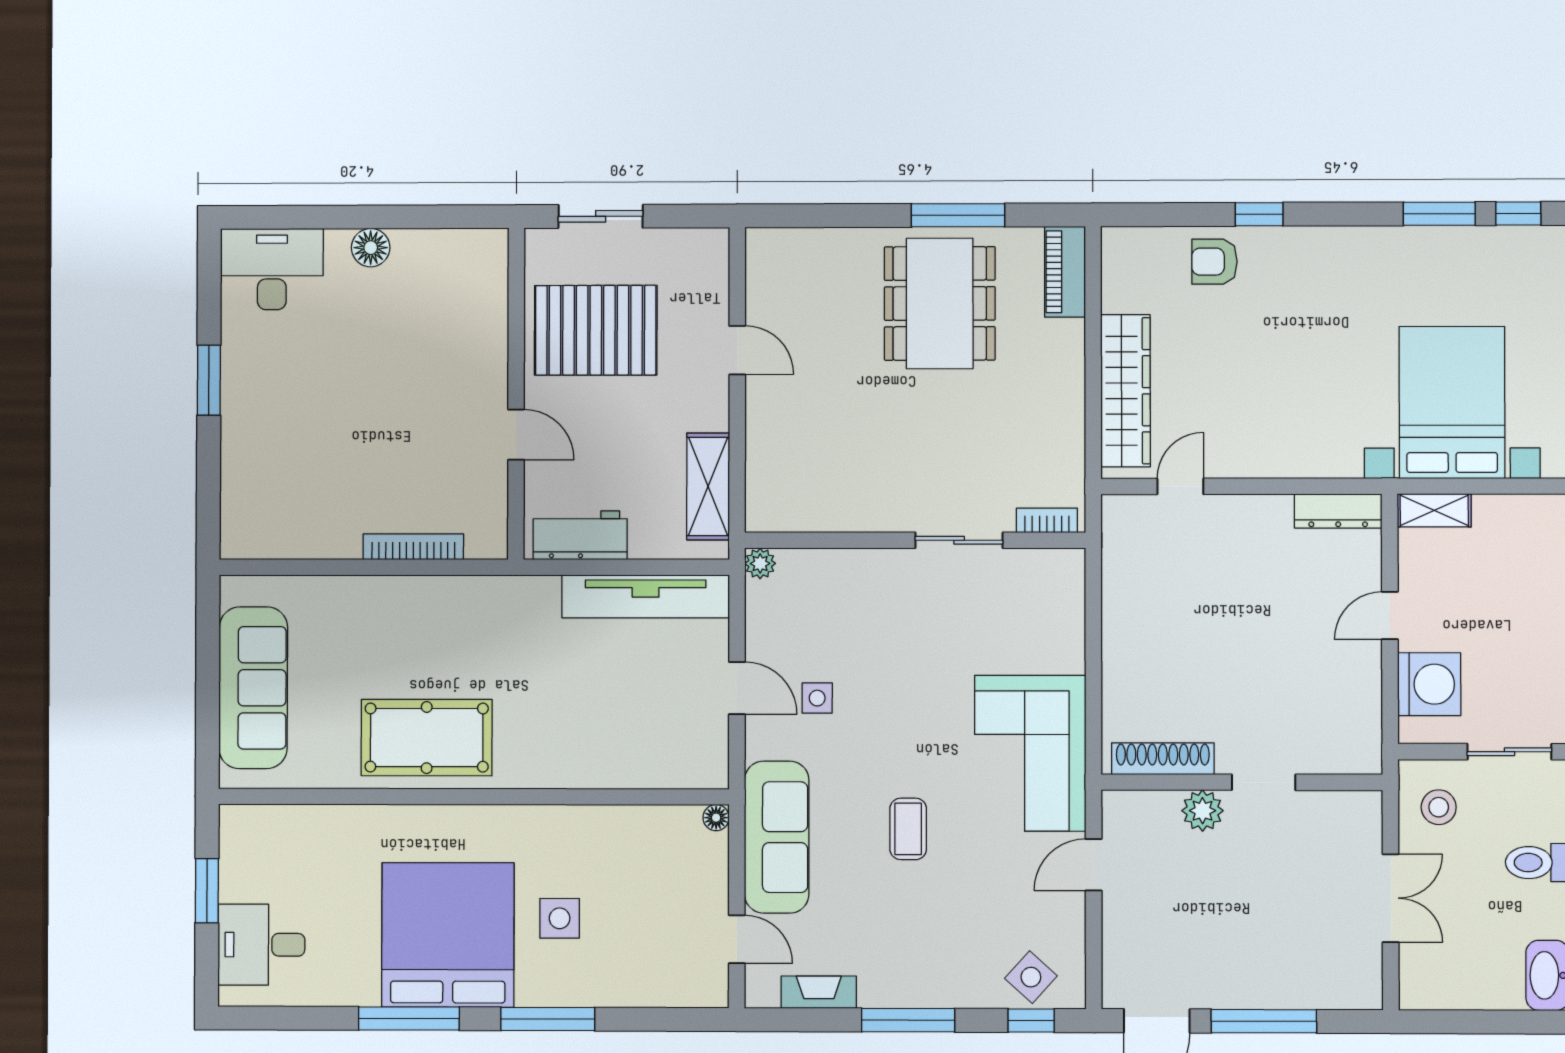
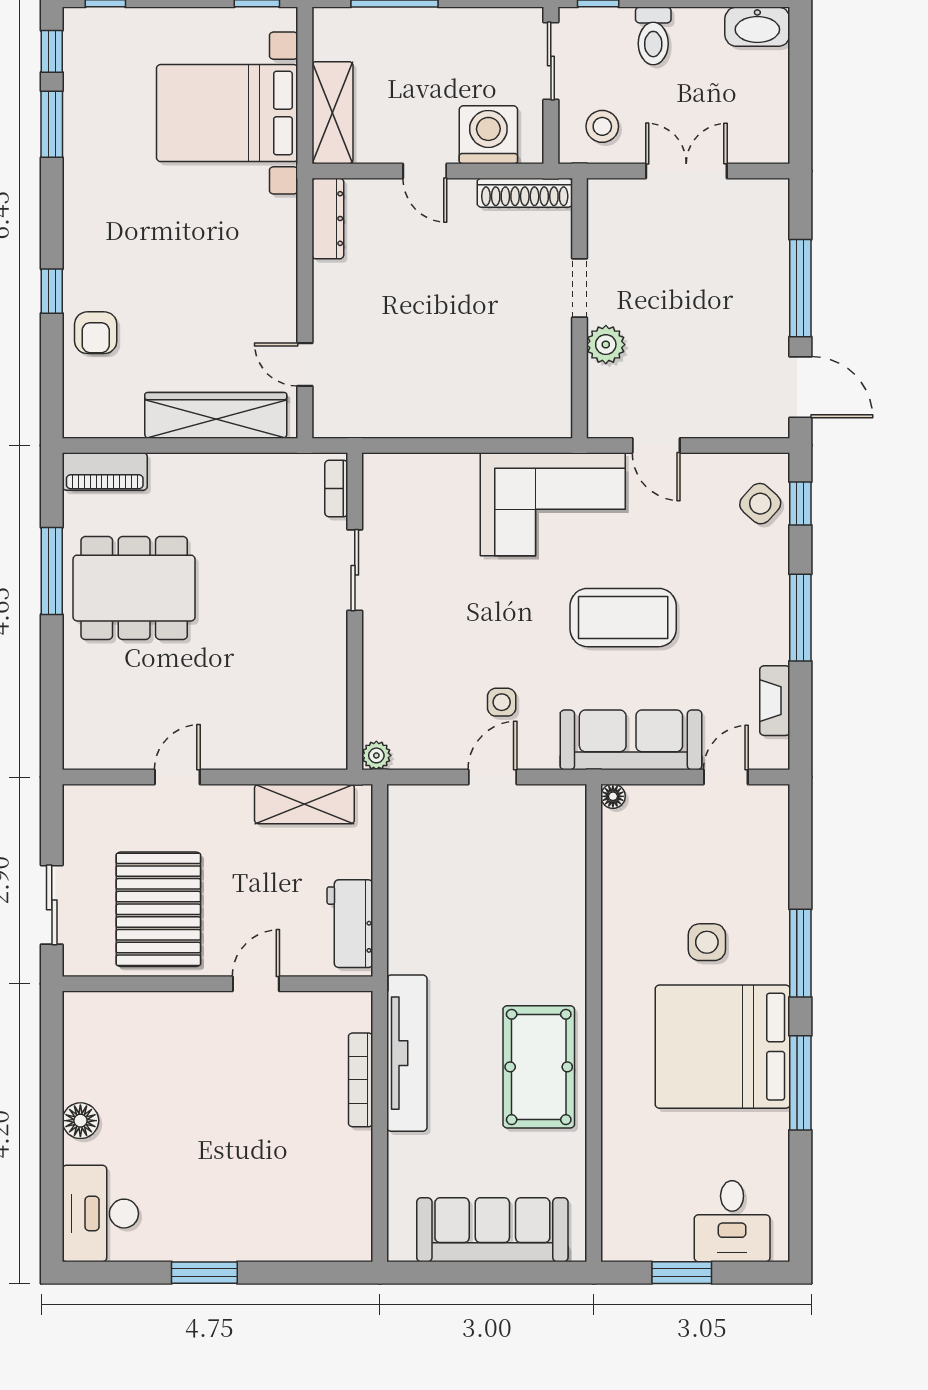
shelving: (1434, 510) -> (332, 113), width x1.50, depth x1.33
tv unit: (646, 596) -> (407, 1053), moved
shoe rack: (1163, 759) -> (525, 193), moved, turned -90
coffee table: (908, 829) -> (623, 618), width x1.86, depth x1.72

